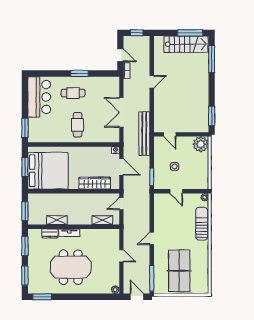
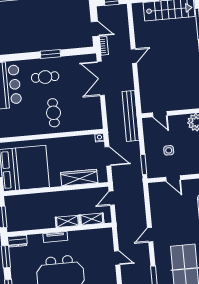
double door: (121, 112) -> (101, 78), moved
shelving: (57, 220) -> (67, 221), moved
dresser: (50, 233) -> (17, 241), moved

